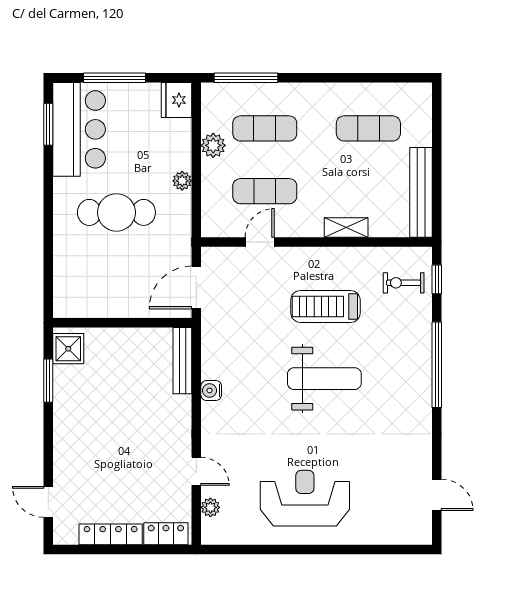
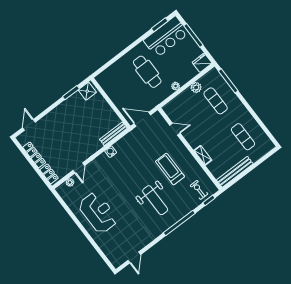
exercise mat: (265, 191) -> (194, 117), removed
weight bench: (324, 379) -> (155, 200), moved

